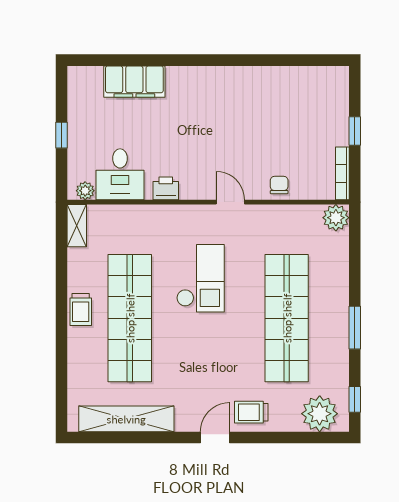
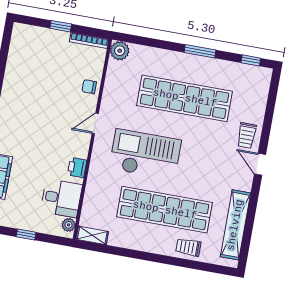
checkout: (200, 278) -> (145, 154), width x1.36, depth x1.21
trolley: (81, 310) -> (188, 247), moved, turned 180
plant: (320, 414) -> (256, 87), removed

